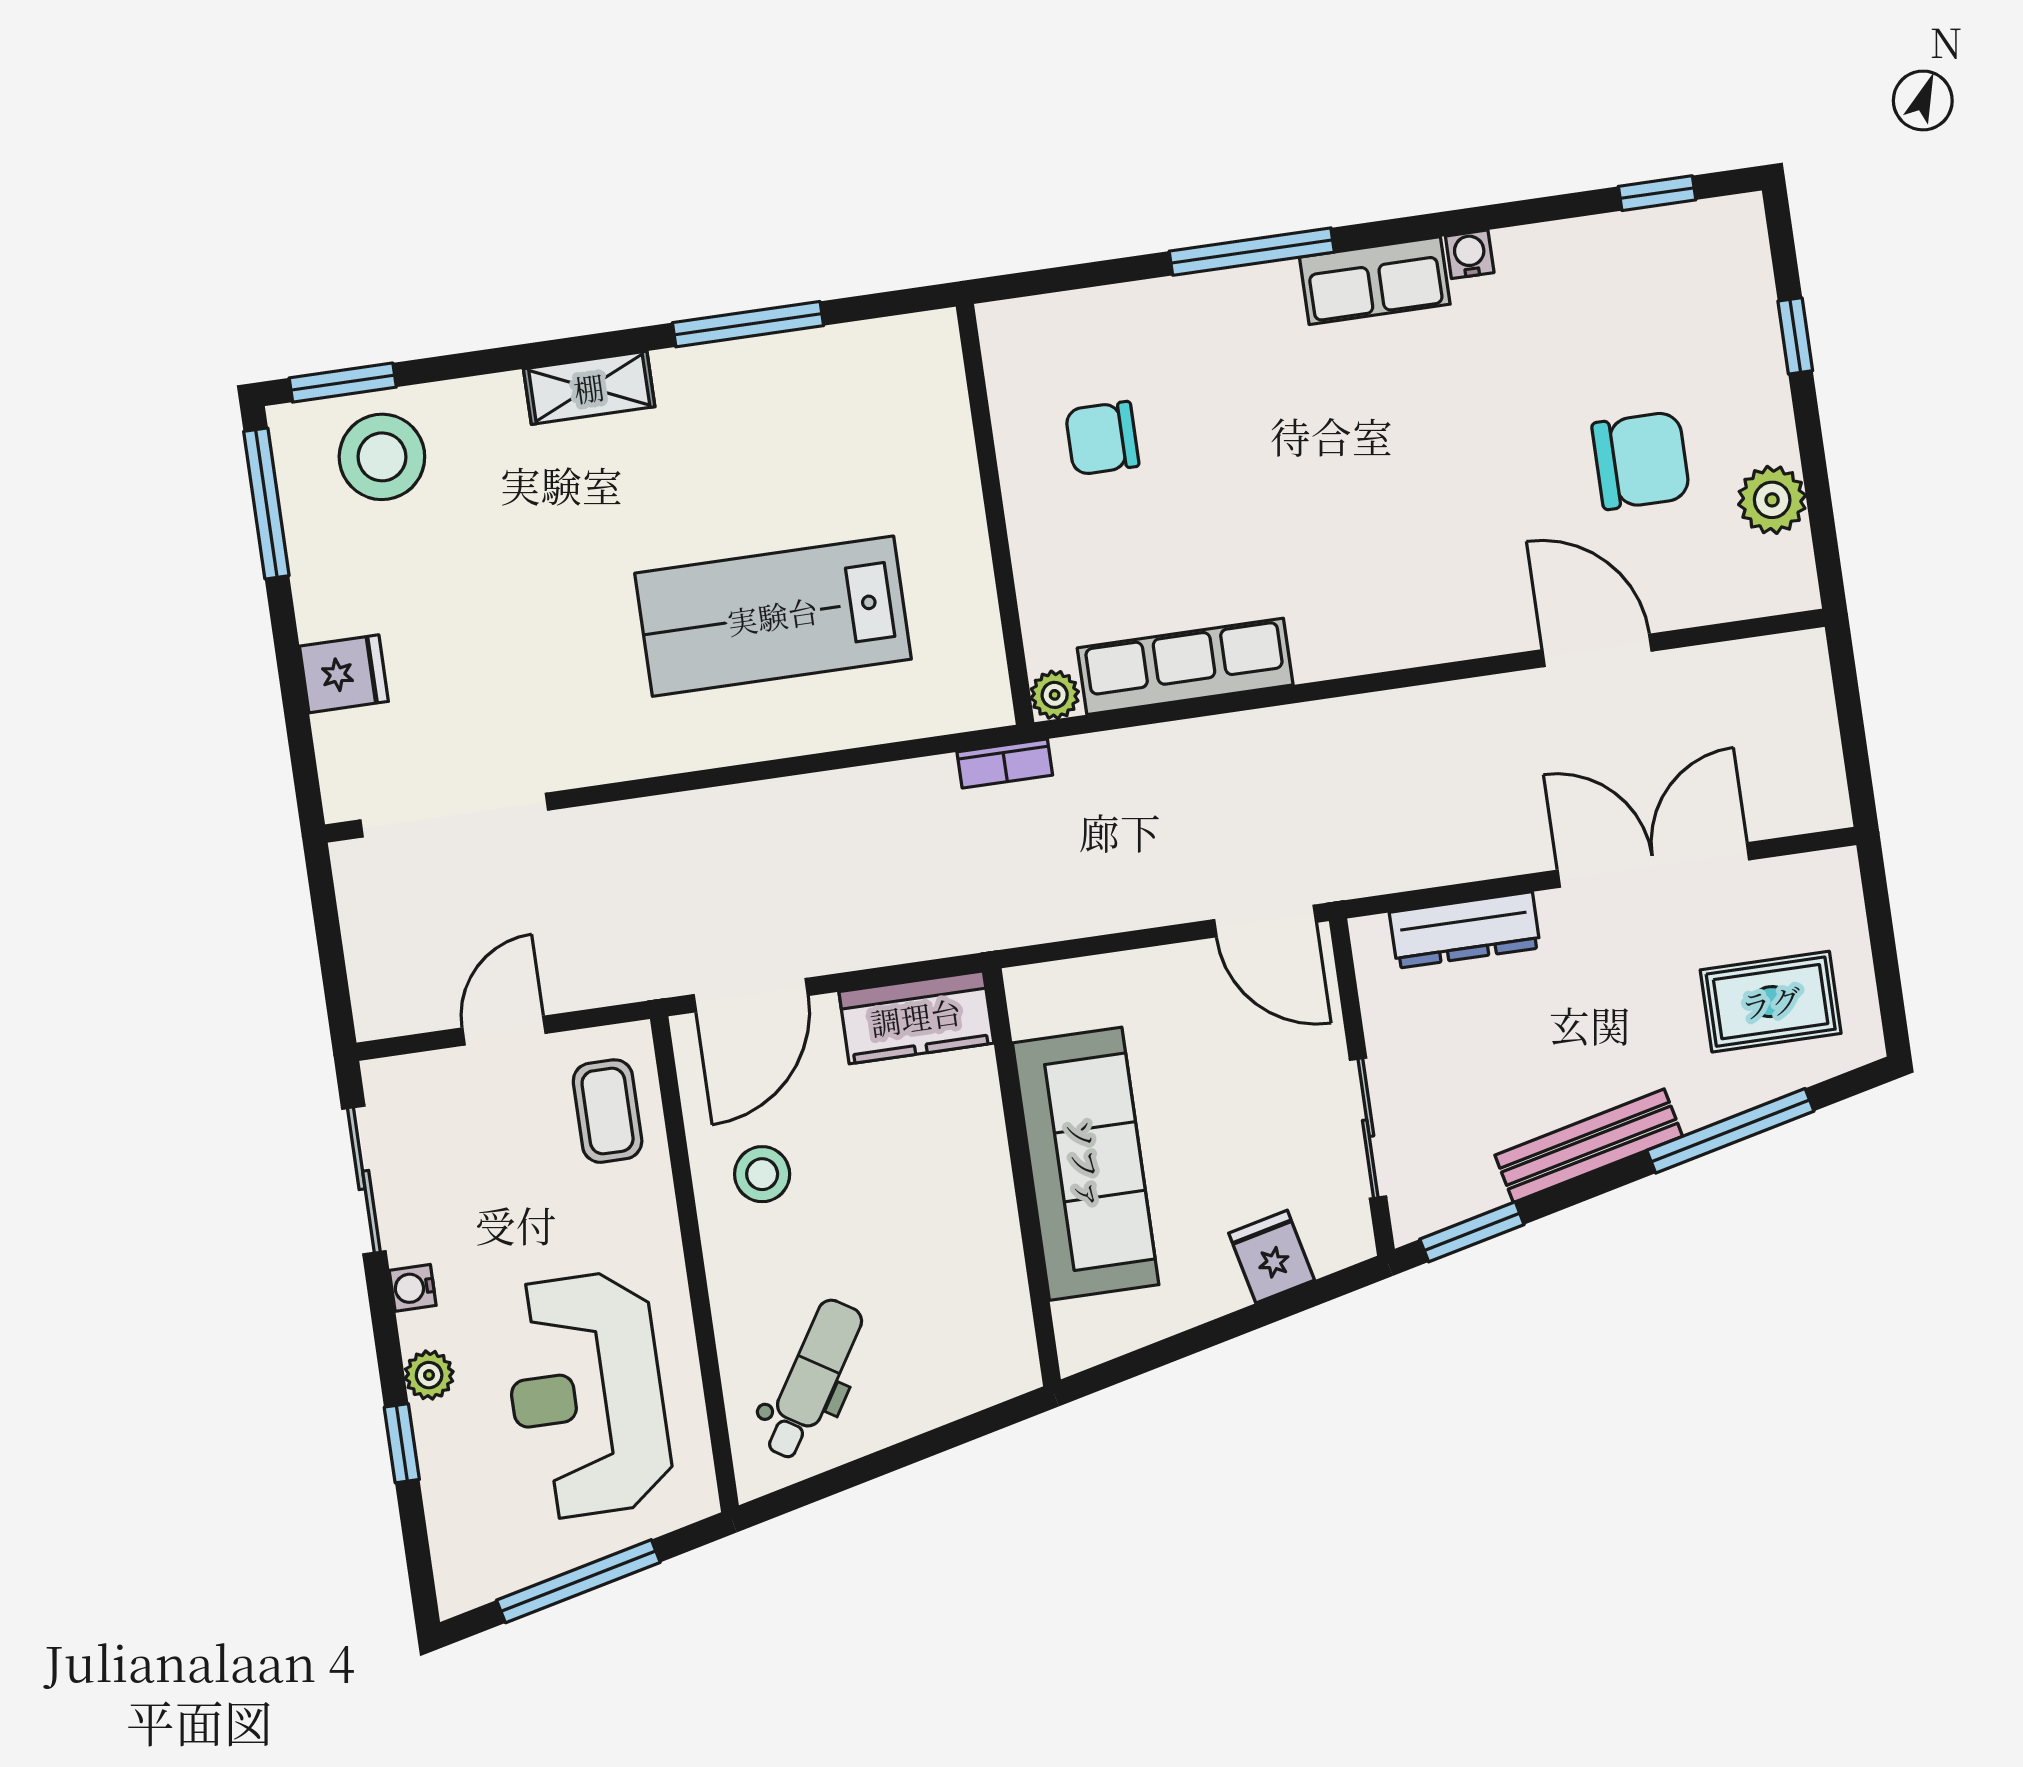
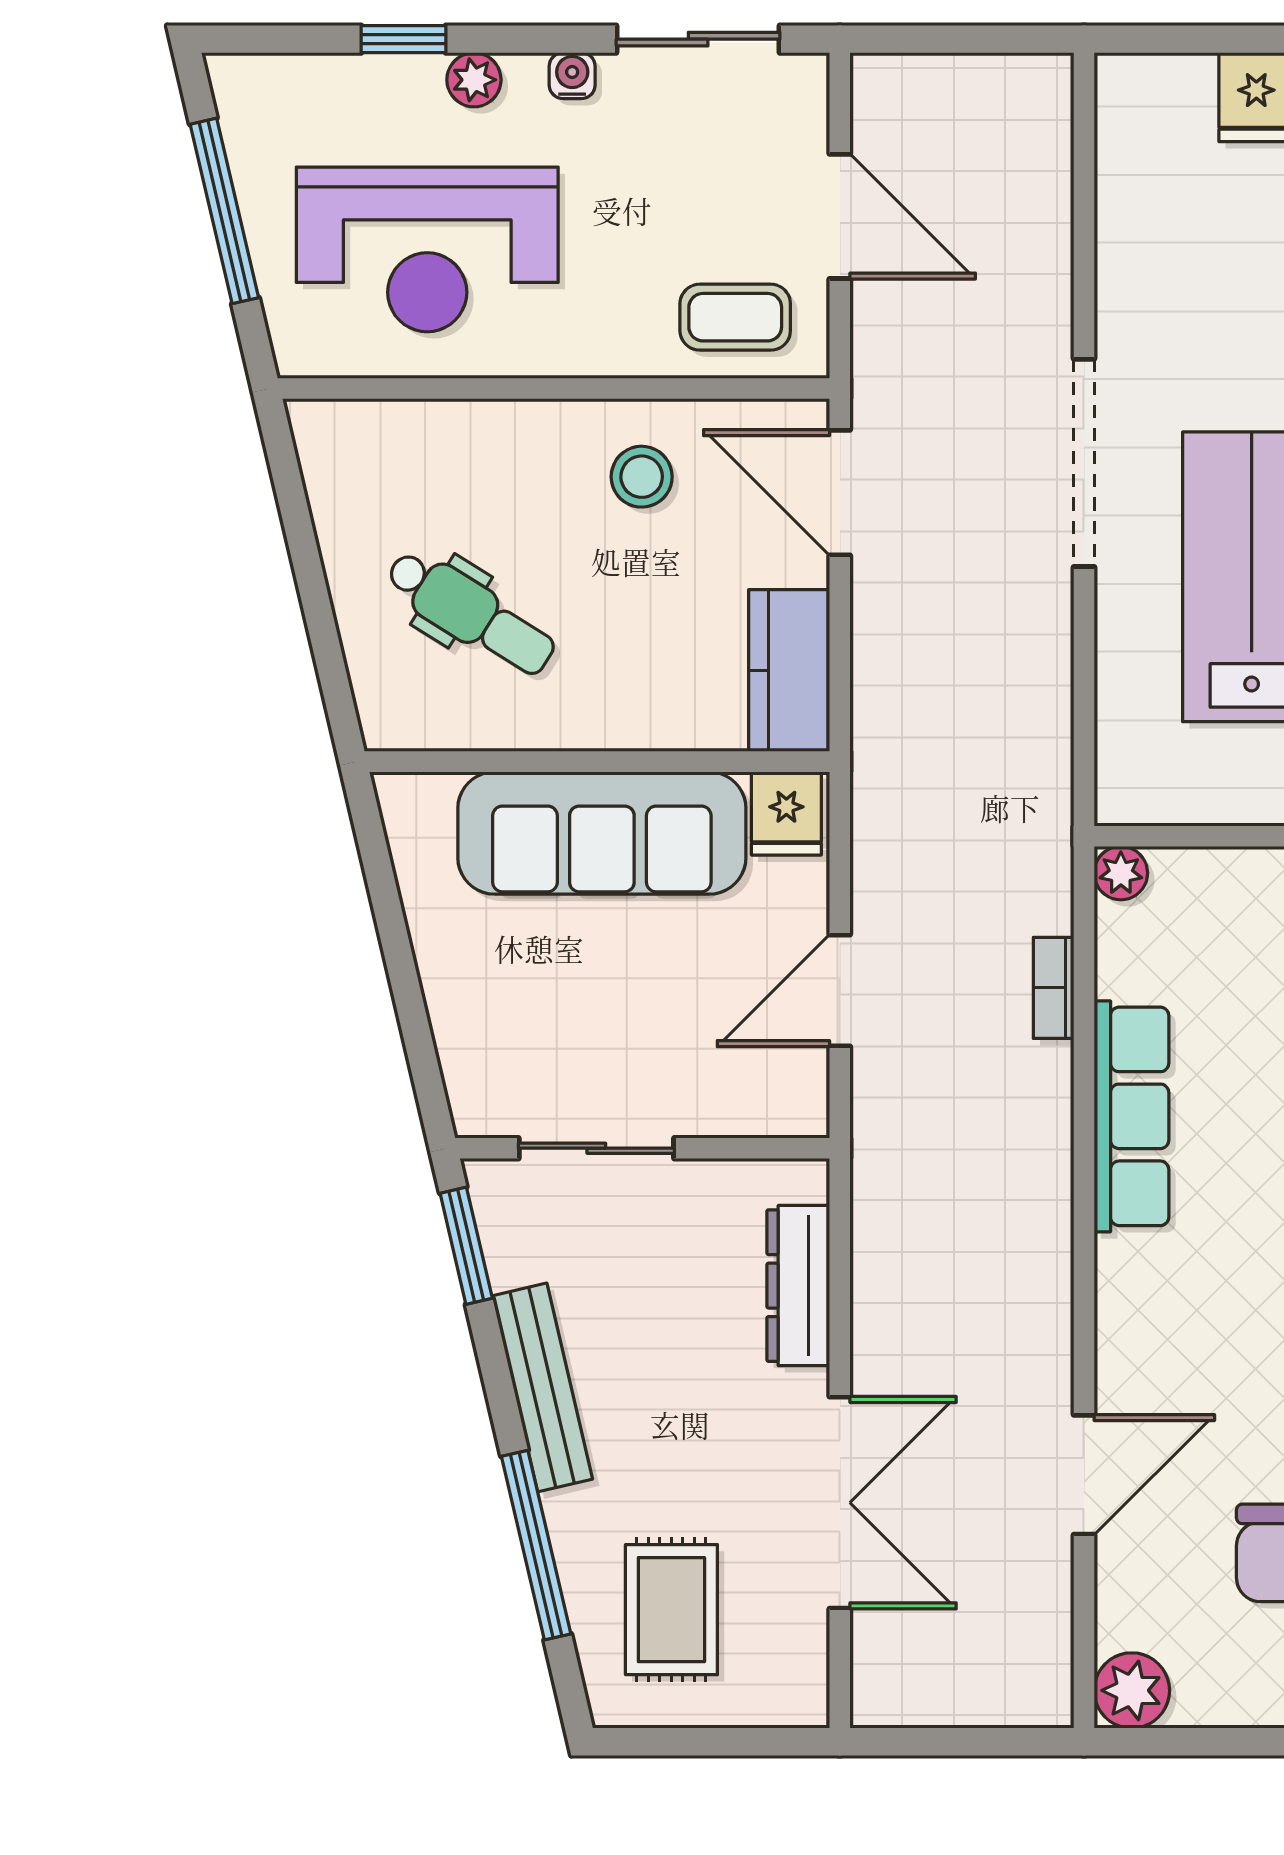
plant: (1772, 500) -> (1132, 1690), moved
row of seats: (1185, 666) -> (1131, 1116), moved
bookcase: (1005, 763) -> (1054, 988), moved
doorway: (454, 815) -> (1084, 463), moved
door: (1265, 921) -> (840, 991), moved
door: (504, 1031) -> (840, 216), width x1.38
fridge: (1272, 1257) -> (786, 813), moved, turned 103
dental chair: (812, 1379) -> (471, 613), moved
reception desk: (587, 1395) -> (427, 249), turned 180

